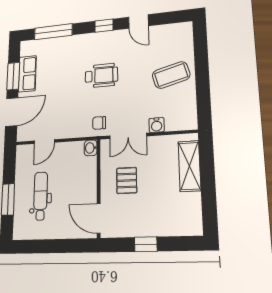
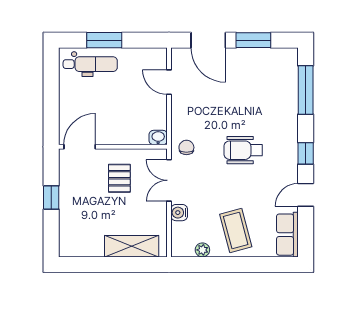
row of seats: (27, 74) -> (287, 235), moved, turned 90
wheelchair: (101, 76) -> (243, 150), turned 90
plant: (190, 102) -> (202, 250), added
pallet: (127, 180) -> (119, 178), turned 90
dental chair: (41, 196) -> (90, 64), moved

